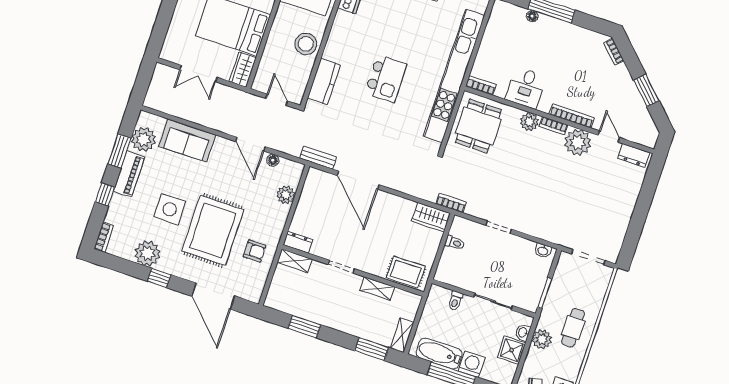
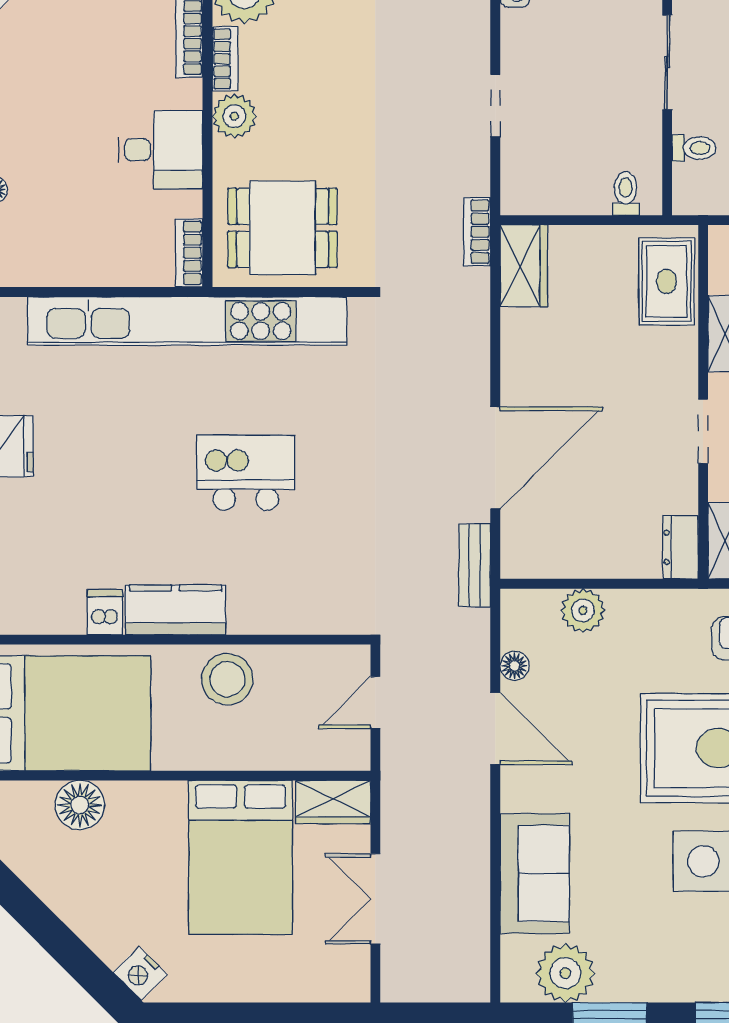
double door: (198, 74) -> (375, 899), swing flipped
kitchen counter: (324, 81) -> (176, 610), moved
door: (250, 144) -> (495, 728), hinge flipped
piano: (129, 174) -> (655, 980), removed
toilet: (455, 243) -> (626, 194), moved

